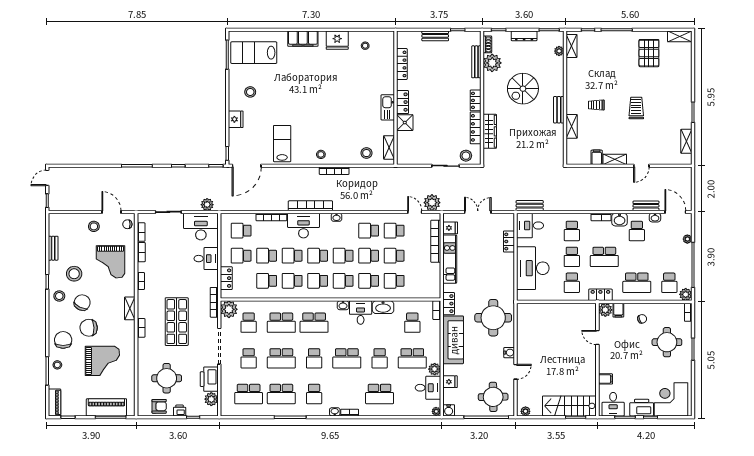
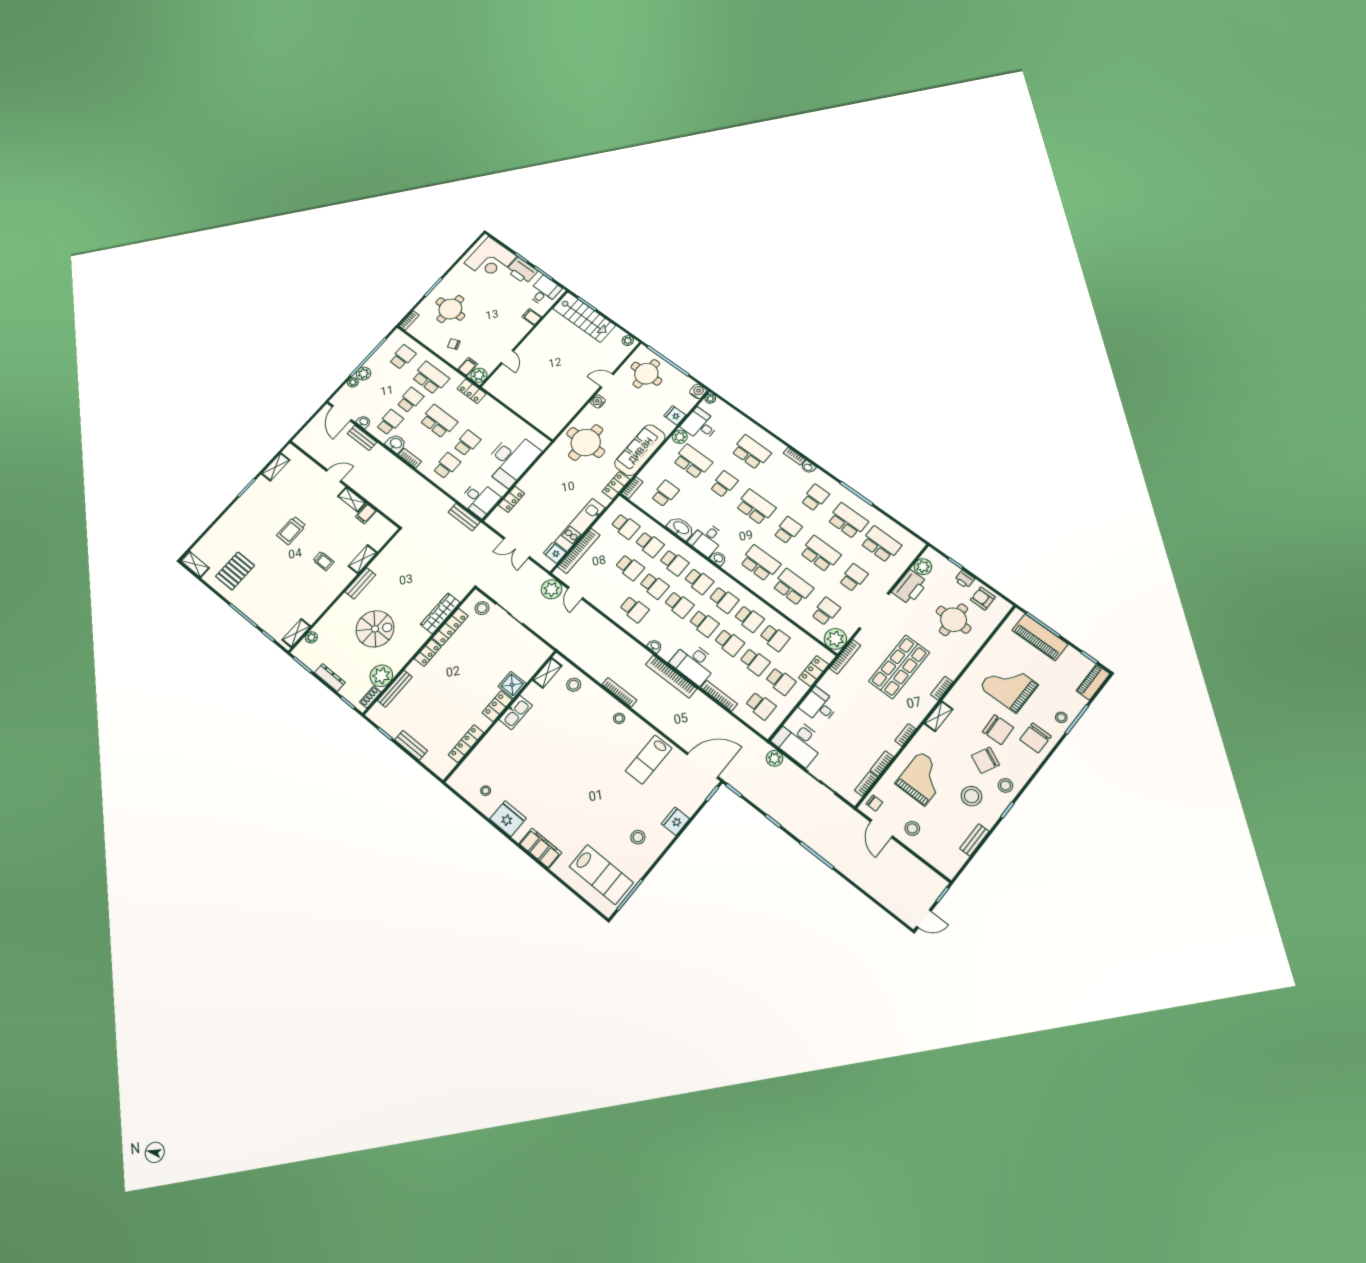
school desk: (394, 231) -> (625, 526), moved
school desk: (572, 283) -> (410, 400), moved
plant: (686, 294) -> (363, 374), moved

